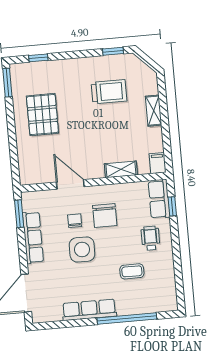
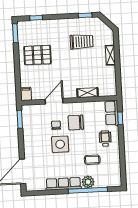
pallet: (42, 115) -> (37, 55), turned 90
filing cabinet: (158, 163) -> (26, 94), moved
door: (70, 184) -> (54, 101), hinge flipped
chair: (105, 215) -> (76, 122), turned 90
row of seats: (33, 238) -> (28, 135), removed
plant: (127, 306) -> (88, 182), added

